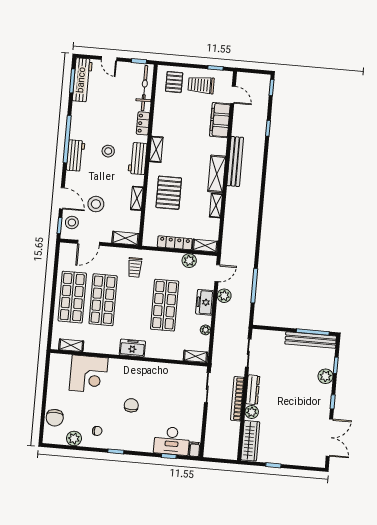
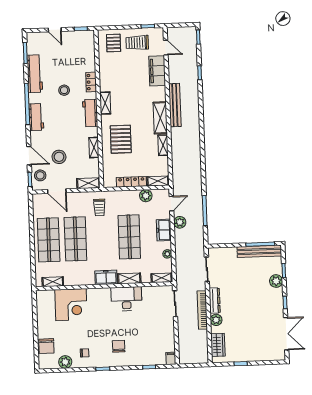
workbench: (82, 80) -> (35, 74), moved
bicycle: (144, 88) -> (88, 51), removed
stool: (108, 151) -> (64, 90), moved
door: (89, 243) -> (57, 191), hinge flipped
shelving: (159, 352) -> (129, 278), added
chair: (131, 405) -> (119, 346), moved
desk: (172, 441) -> (126, 299), moved, turned 180
wardrobe: (250, 441) -> (218, 345), width x0.67

